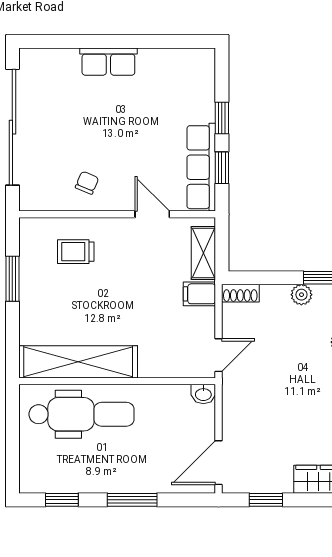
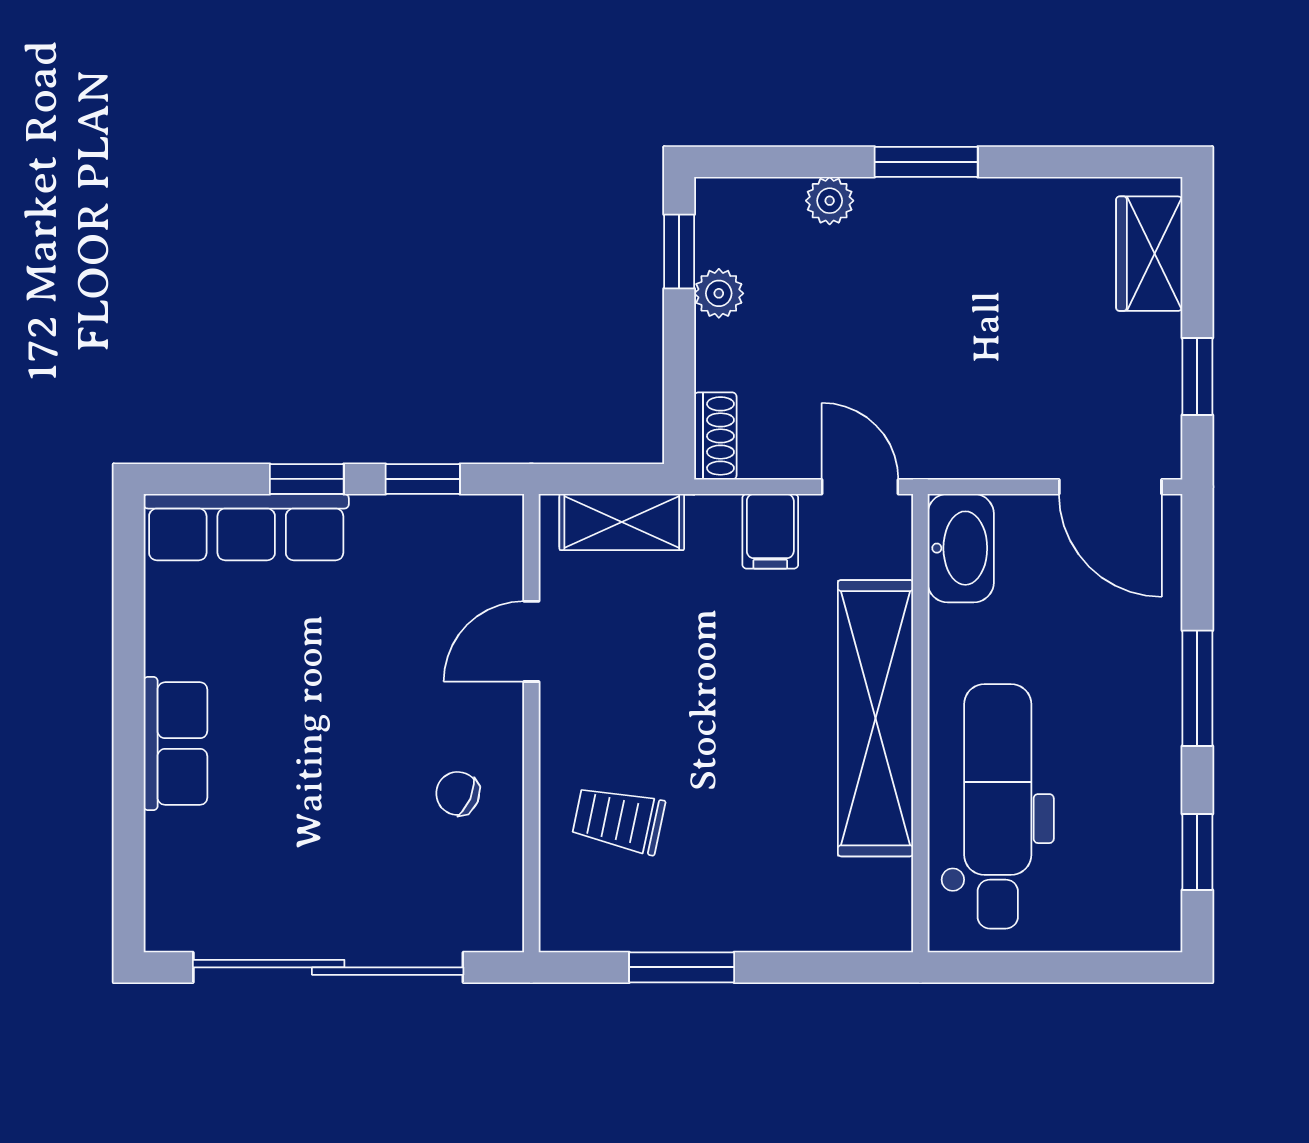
row of seats: (201, 167) -> (246, 527), moved
trolley: (76, 252) -> (619, 820), turned 102
filing cabinet: (199, 294) -> (770, 531), moved
shelving: (78, 362) -> (876, 718), moved
washbasin: (203, 394) -> (961, 548), width x1.91, depth x1.45

